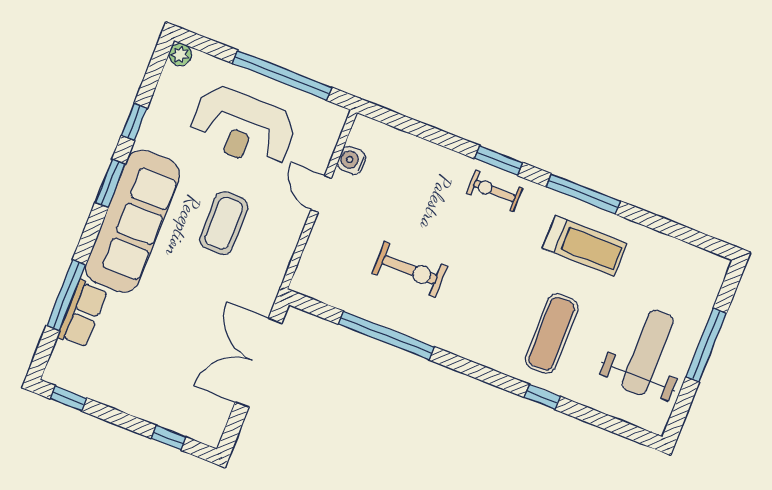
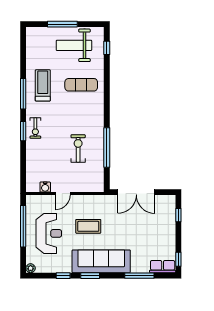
row of seats: (82, 314) -> (163, 267), moved
window: (542, 397) -> (107, 48), moved

